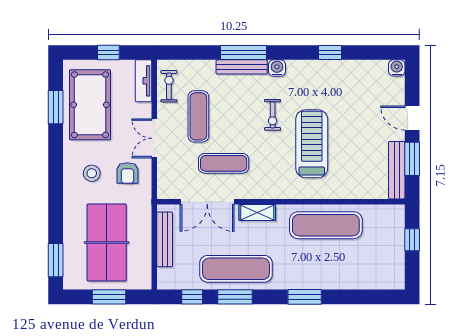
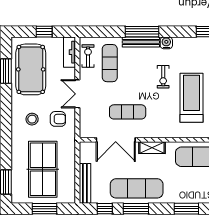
exercise mat: (198, 116) -> (110, 63), moved
armchair: (127, 173) -> (58, 119), turned -90
bench: (165, 239) -> (85, 183), moved

